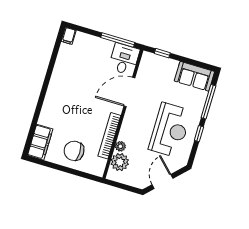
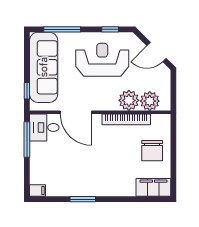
window: (49, 75) -> (83, 199), added
sofa: (194, 76) -> (44, 67), width x1.85, depth x1.27
window: (199, 134) -> (110, 29), moved
plant: (120, 146) -> (129, 100), width x1.88, depth x1.88

